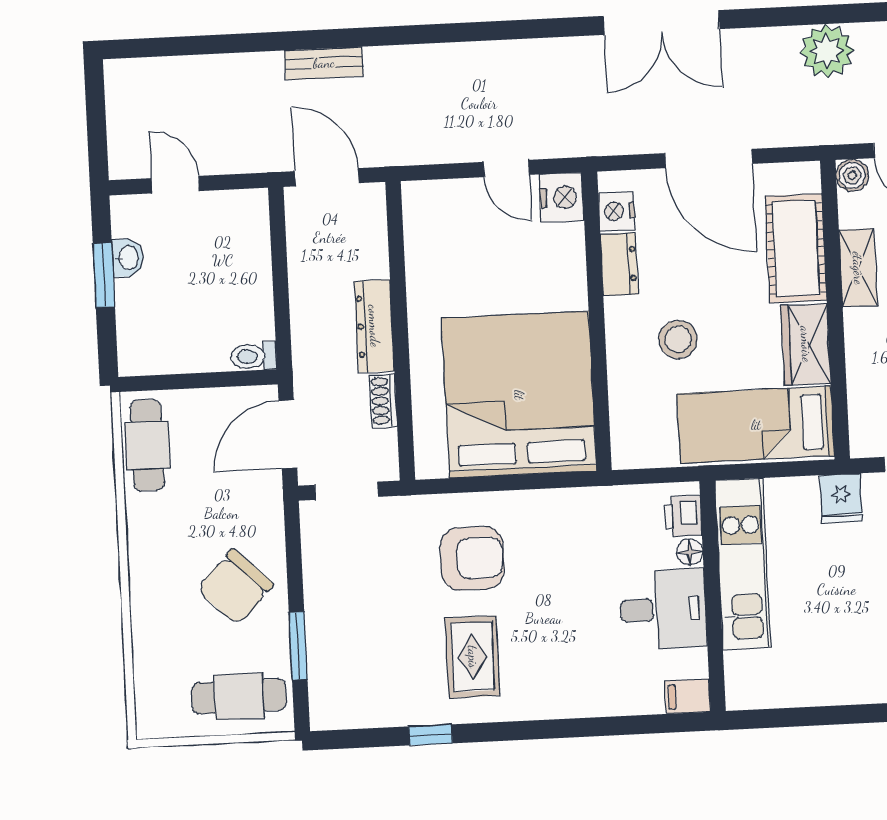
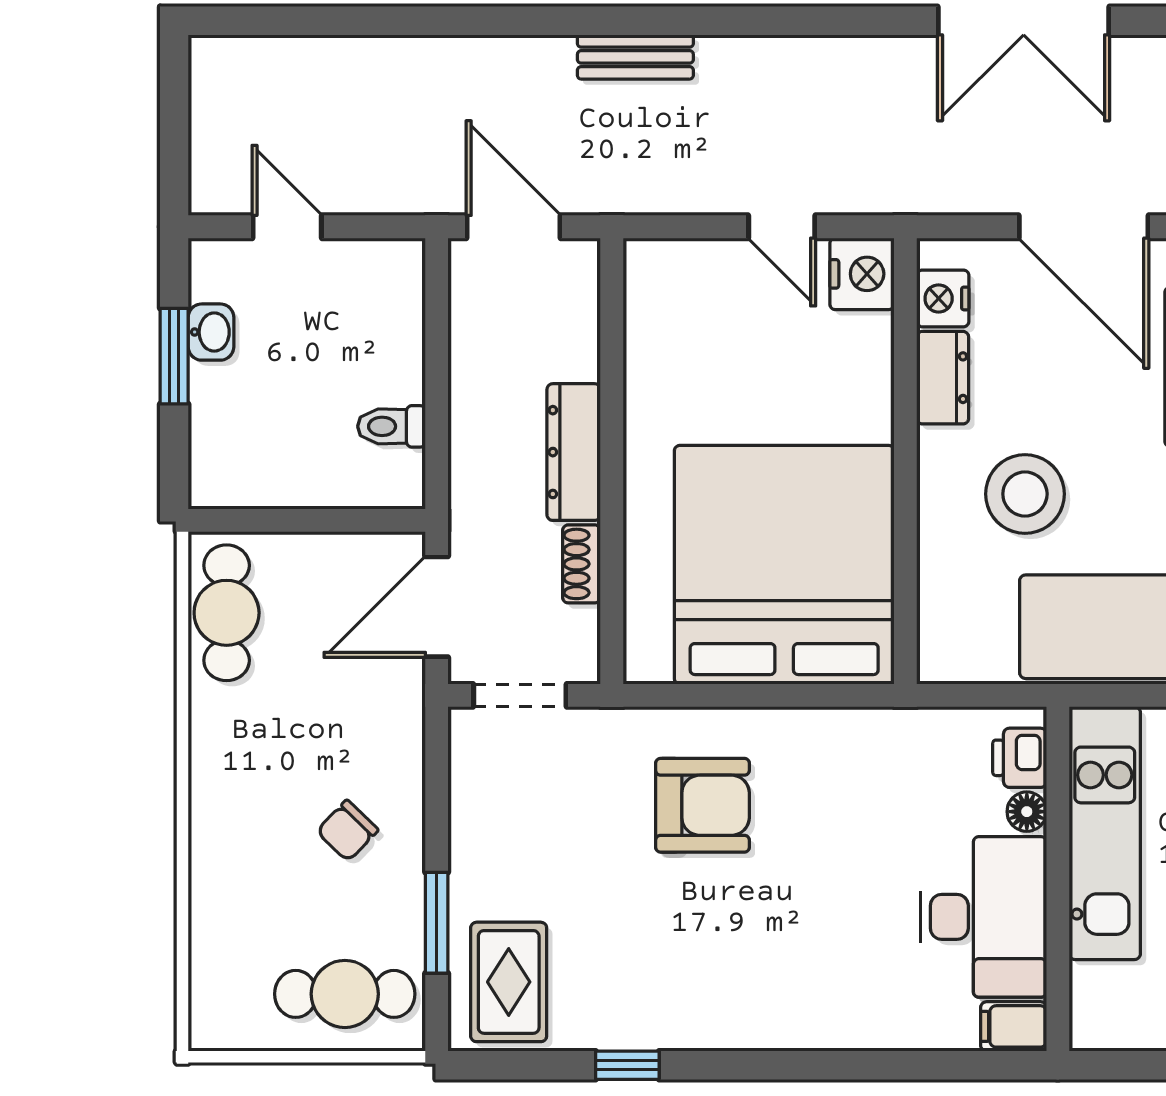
bench: (324, 63) -> (635, 57), moved
stool: (678, 339) -> (1025, 494), width x1.38, depth x1.38
toilet: (254, 356) -> (392, 426), moved
chair: (235, 587) -> (347, 831), width x0.54, depth x0.54
desk: (663, 609) -> (983, 917), width x1.37
rug: (473, 657) -> (509, 982), moved

